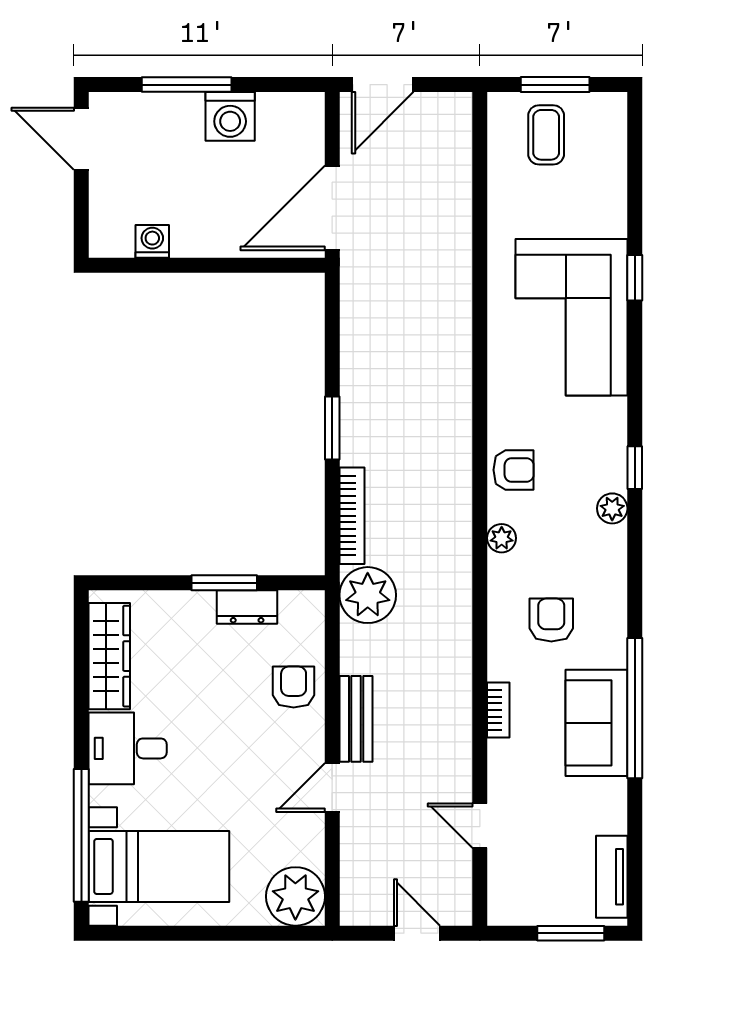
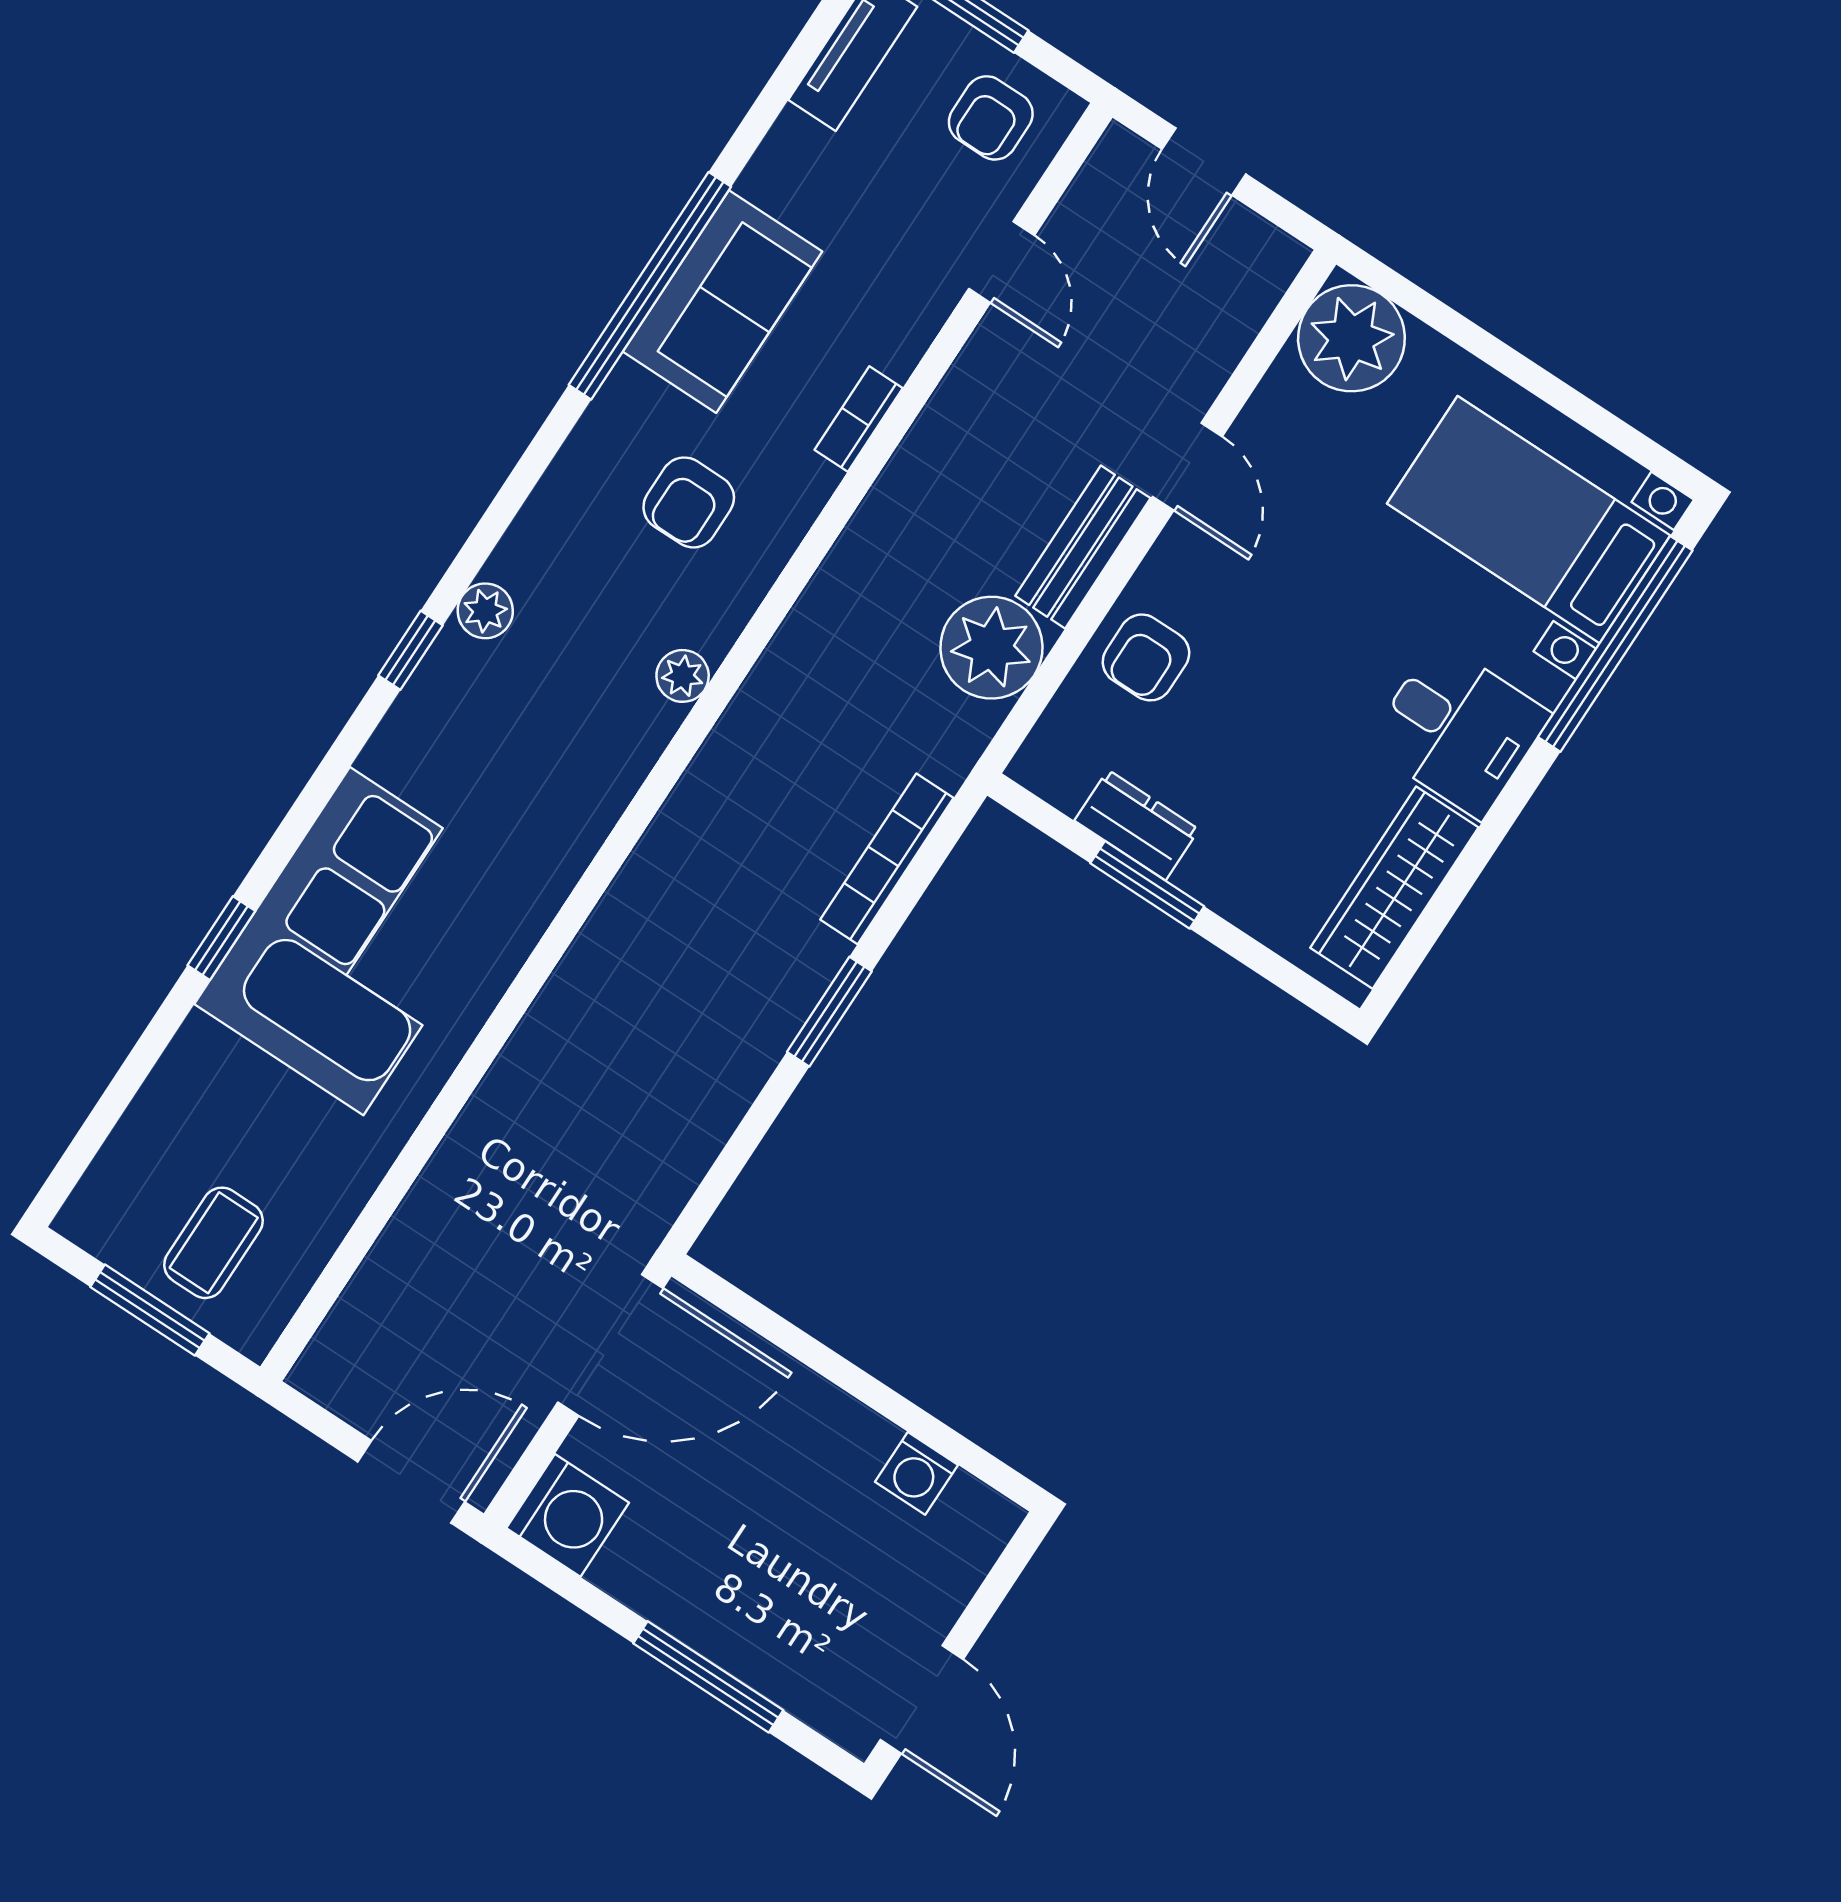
washing machine: (230, 116) -> (568, 1515), moved, turned 90
armchair: (514, 470) -> (991, 118), moved, turned -90
plant: (368, 595) -> (991, 648), moved
door: (332, 788) -> (1187, 467), hinge flipped

